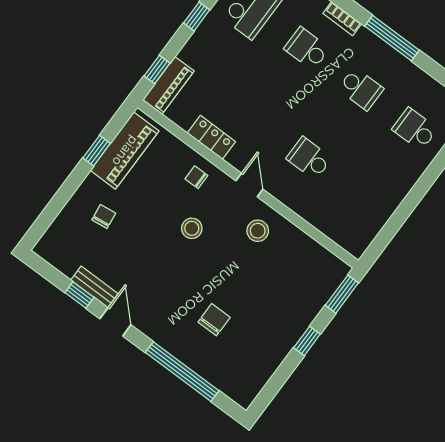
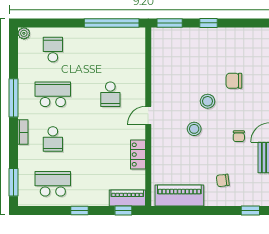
school desk: (361, 89) -> (53, 94), width x1.85
school desk: (415, 129) -> (53, 50), turned 180
window: (97, 151) -> (250, 210), moved
chair: (196, 177) -> (239, 136), moved
window: (394, 224) -> (112, 23), added
stool: (258, 231) -> (208, 101), moved

